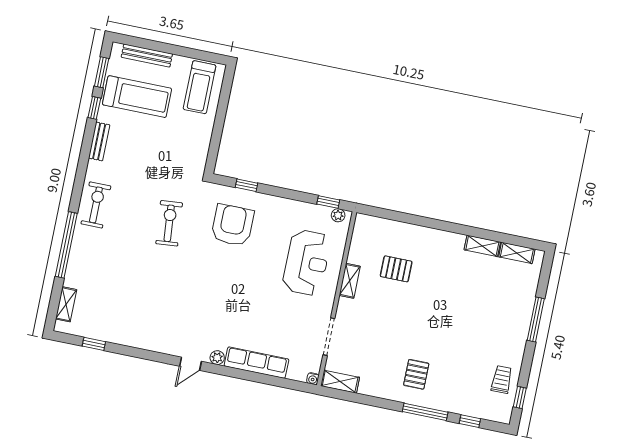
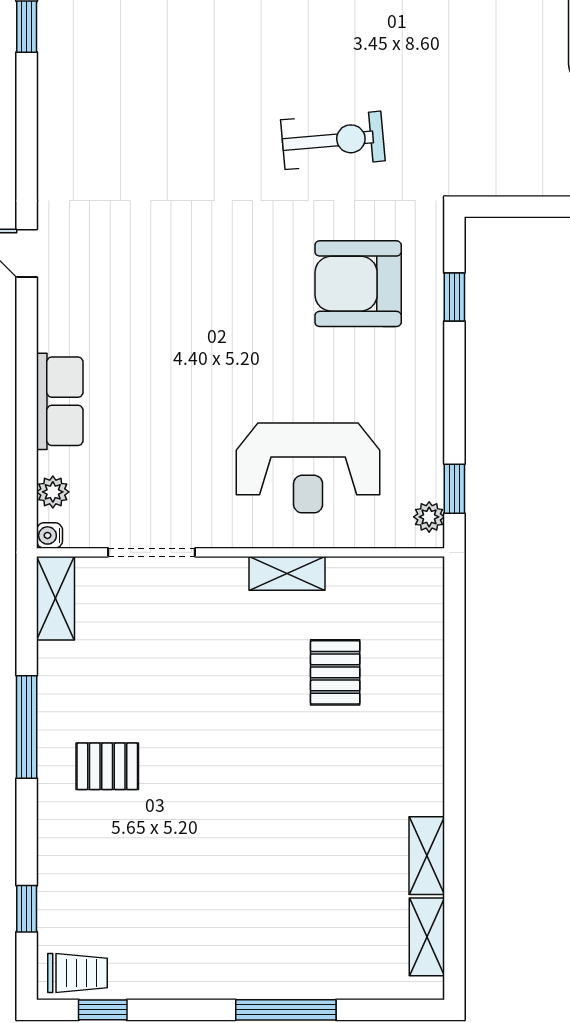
armchair: (232, 225) -> (358, 284), turned 180
plant: (217, 358) -> (53, 492), moved
row of seats: (256, 363) -> (60, 401), width x0.68
trolley: (502, 380) -> (77, 973), moved
window: (425, 412) -> (27, 727), moved

